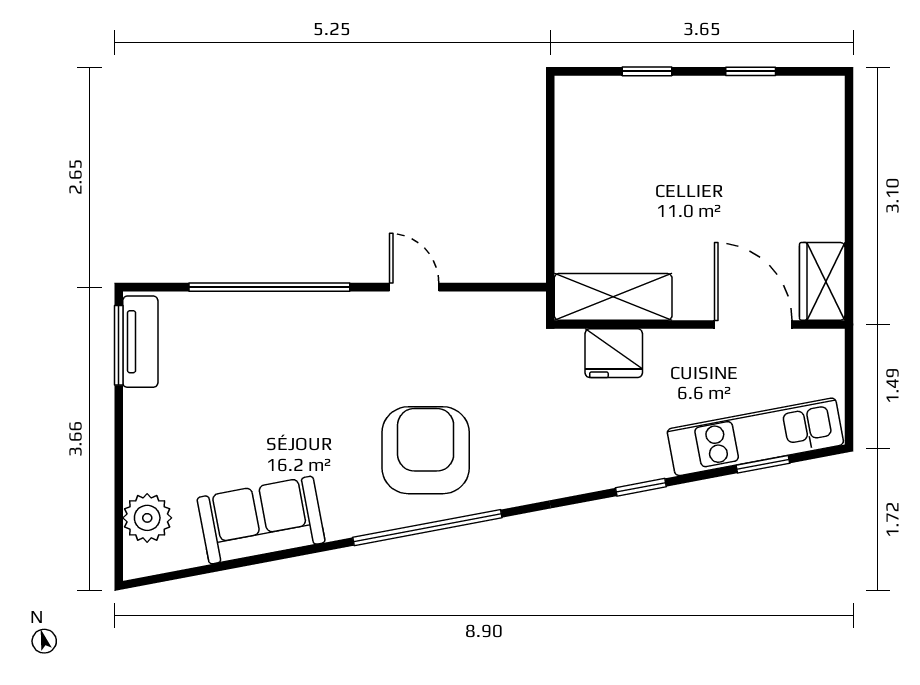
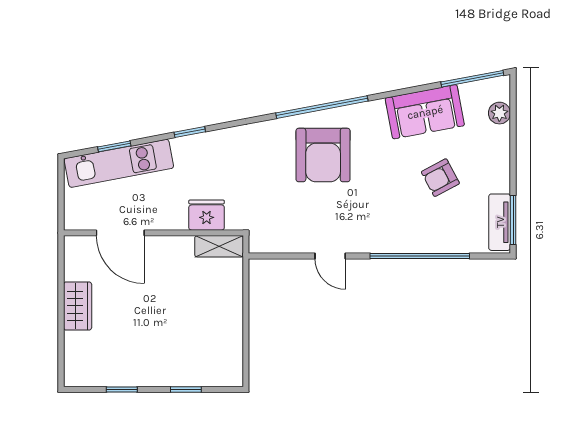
wardrobe: (822, 281) -> (78, 306), moved
shelving: (613, 297) -> (219, 246), width x0.67, depth x0.75
armchair: (236, 414) -> (440, 178), added
plant: (147, 518) -> (499, 113), width x0.73, depth x0.73
window: (184, 573) -> (472, 79), added

